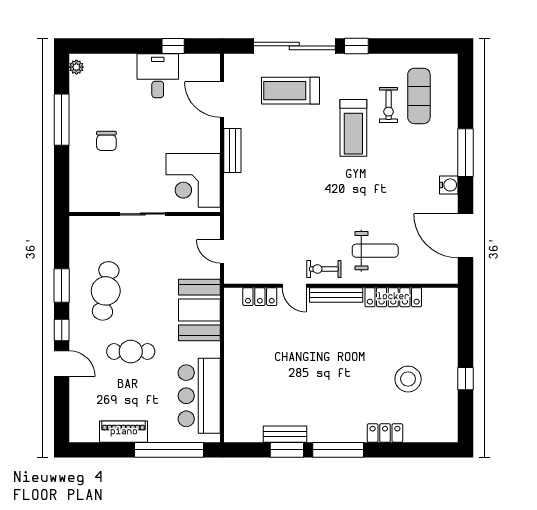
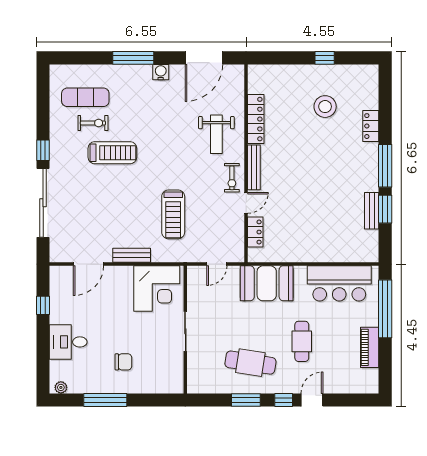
desk: (158, 76) -> (68, 342), moved
treadmill: (290, 91) -> (173, 214), moved
weight bench: (375, 251) -> (216, 134), turned 180

